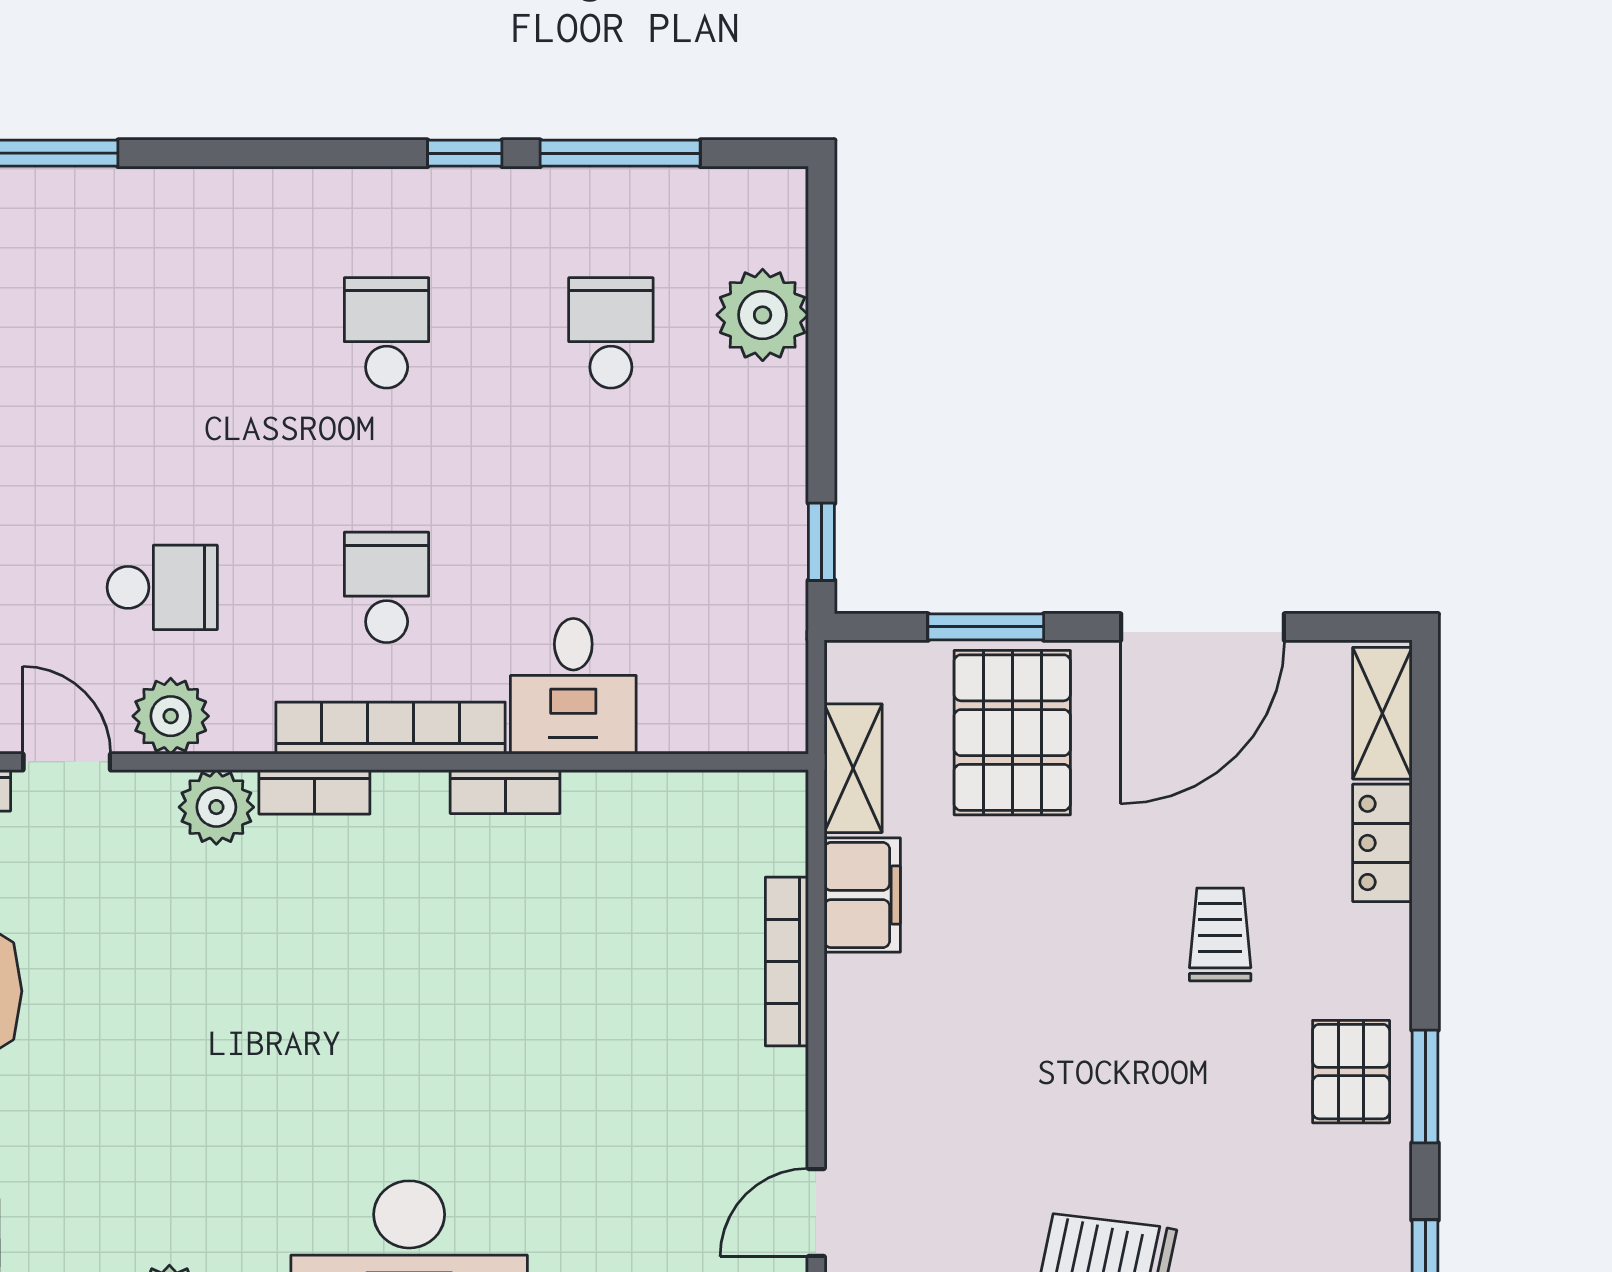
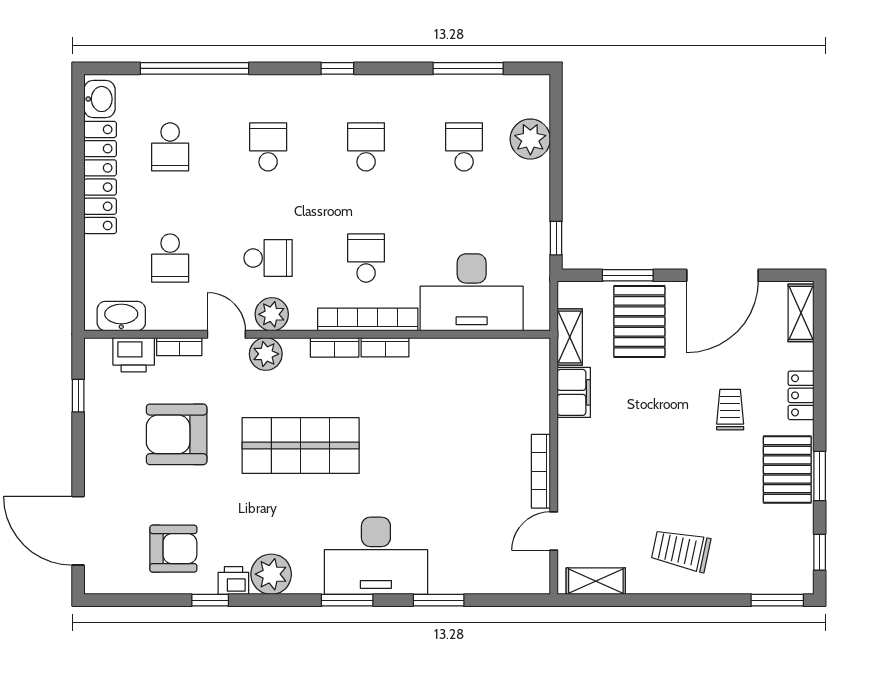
window: (465, 153) -> (337, 68), moved
school desk: (162, 333) -> (268, 147), added
desk: (573, 686) -> (472, 292), width x1.87, depth x1.30
bookcase: (505, 792) -> (385, 347), moved
plant: (216, 807) -> (266, 354), moved
locker: (1382, 843) -> (801, 395), moved
bookcase: (787, 961) -> (541, 471), moved
shop shelf: (237, 1017) -> (301, 446), added
pallet: (1351, 1072) -> (787, 470), width x1.50, depth x1.42

